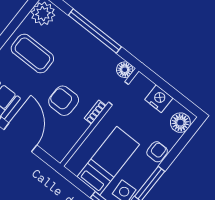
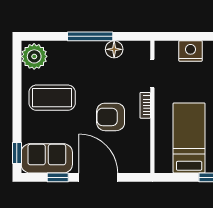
window: (95, 31) -> (90, 36), width x0.68
floor lamp: (125, 70) -> (114, 49), moved

